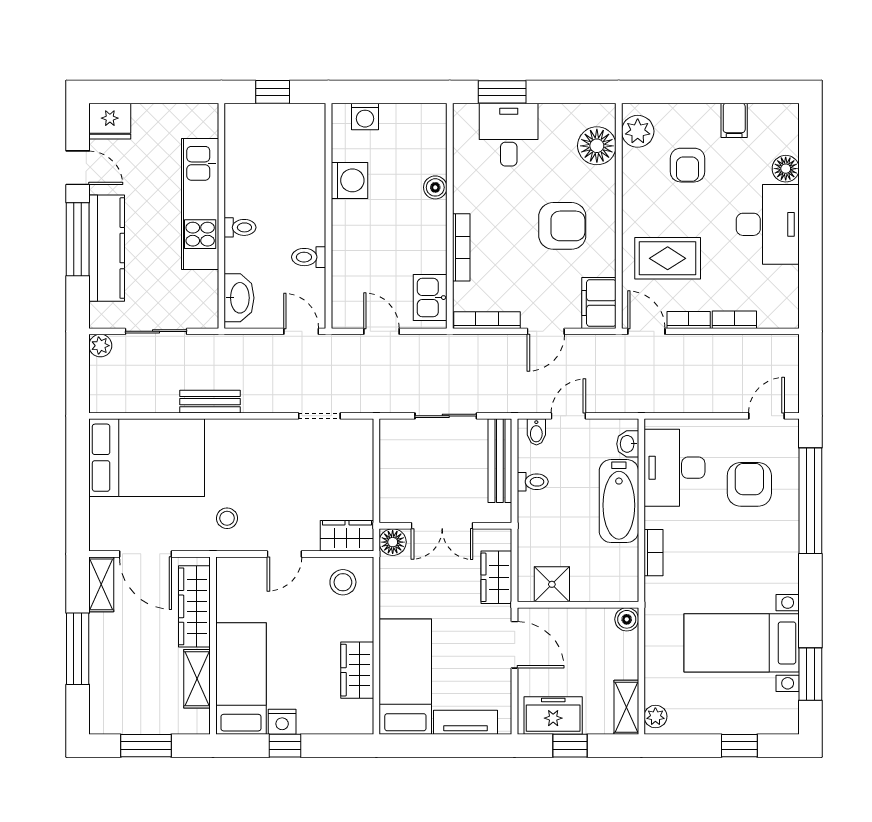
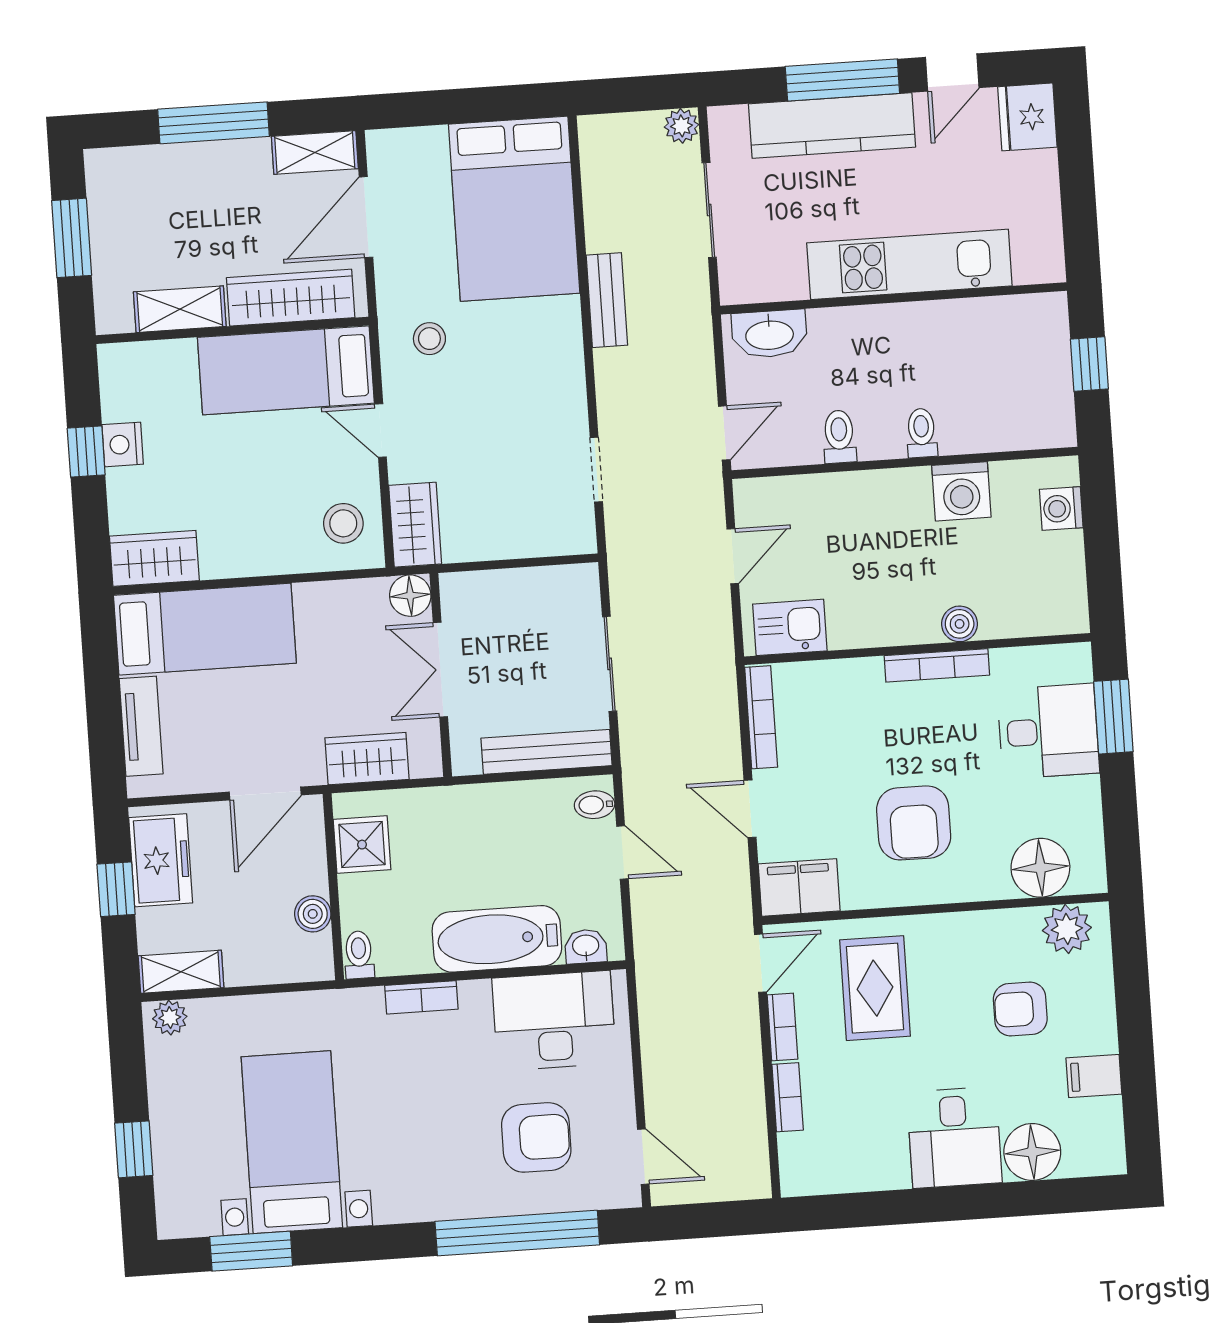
floor lamp: (786, 169) -> (1032, 1152), width x1.38, depth x1.38
desk: (768, 224) -> (954, 1137), width x0.73
toilet: (240, 227) -> (922, 433), moved, turned 180
bookcase: (461, 247) -> (937, 665), moved
toilet: (533, 482) -> (359, 955), moved, turned 180
boiler: (627, 619) -> (313, 914), moved
wardrobe: (357, 670) -> (154, 558), moved
bed: (241, 678) -> (286, 370), moved, turned 180

